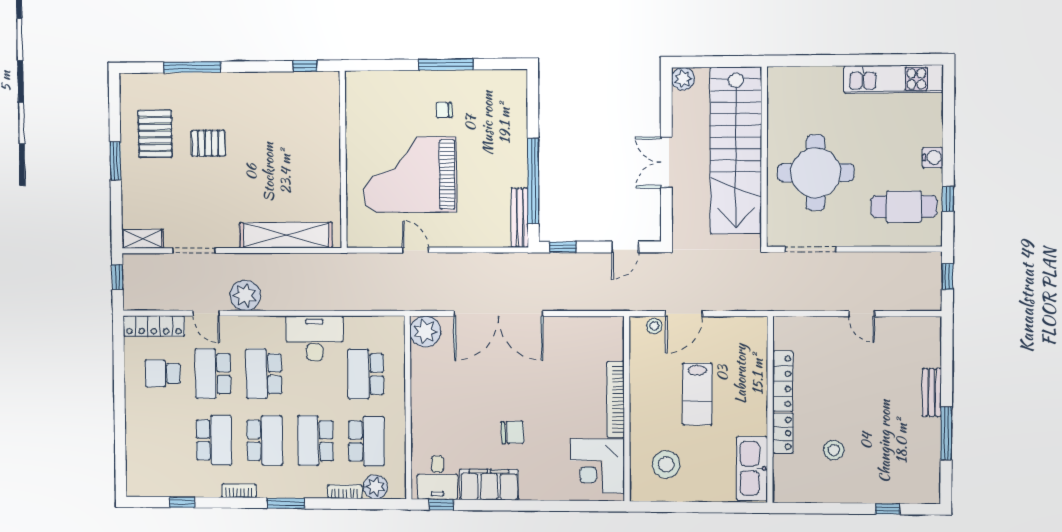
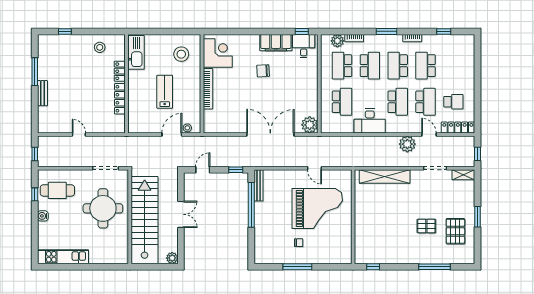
stool: (834, 450) -> (100, 47), moved

